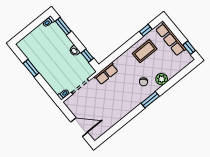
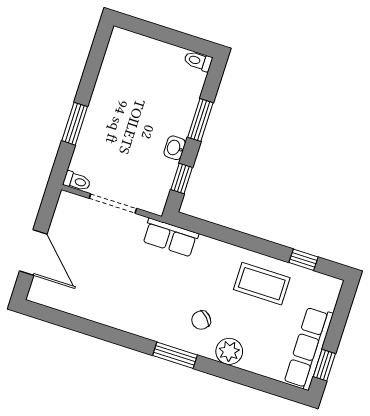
window: (63, 26) -> (200, 120), moved
row of seats: (171, 39) -> (309, 348), moved
window: (31, 68) -> (75, 124), moved

